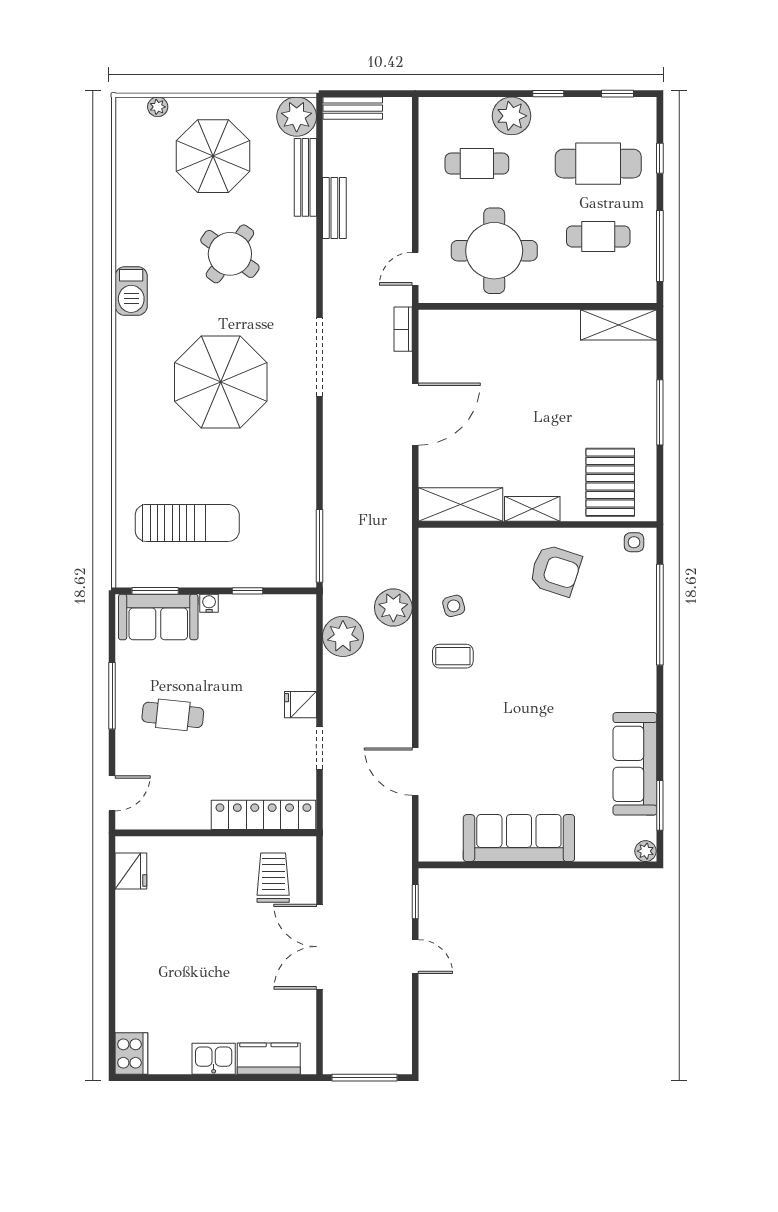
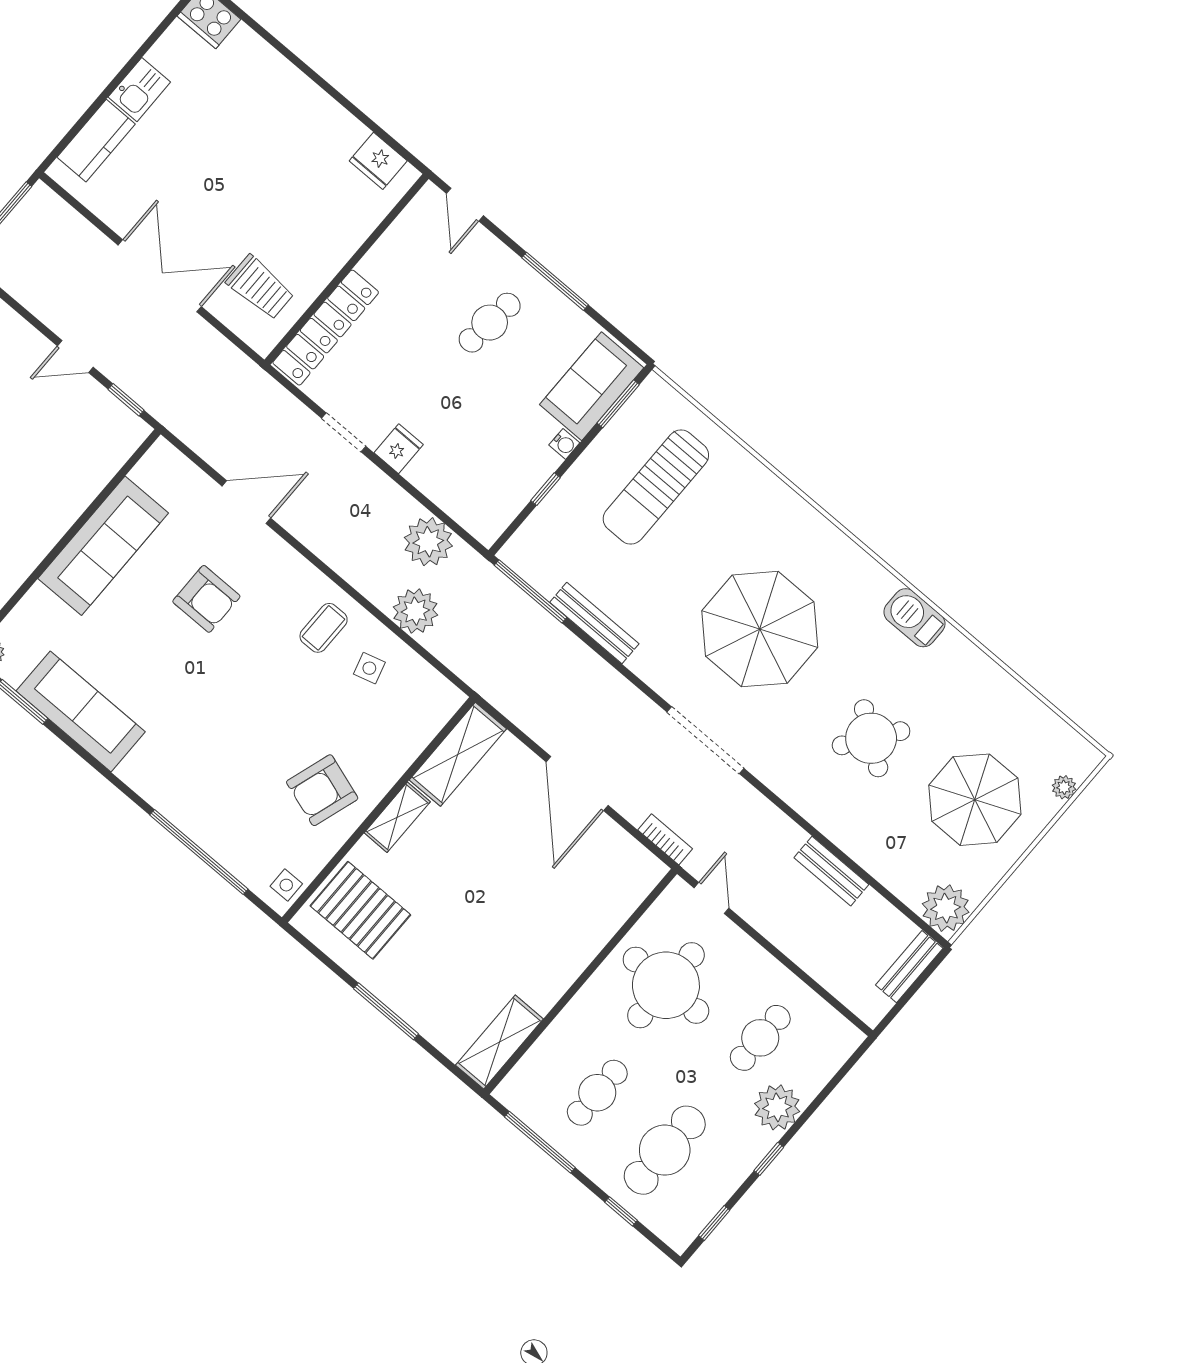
bench: (305, 177) -> (594, 623), moved
armchair: (497, 745) -> (206, 599), added

